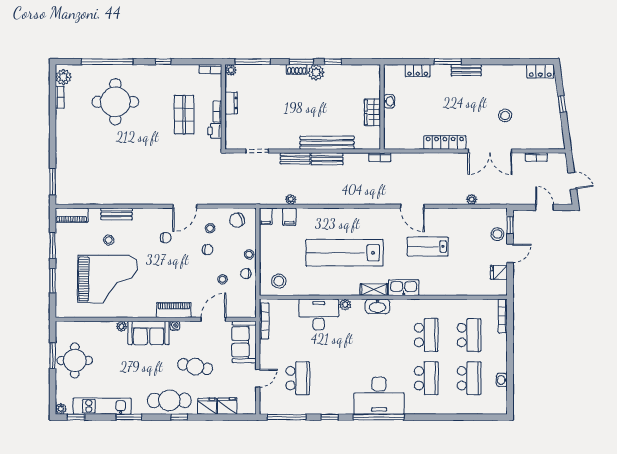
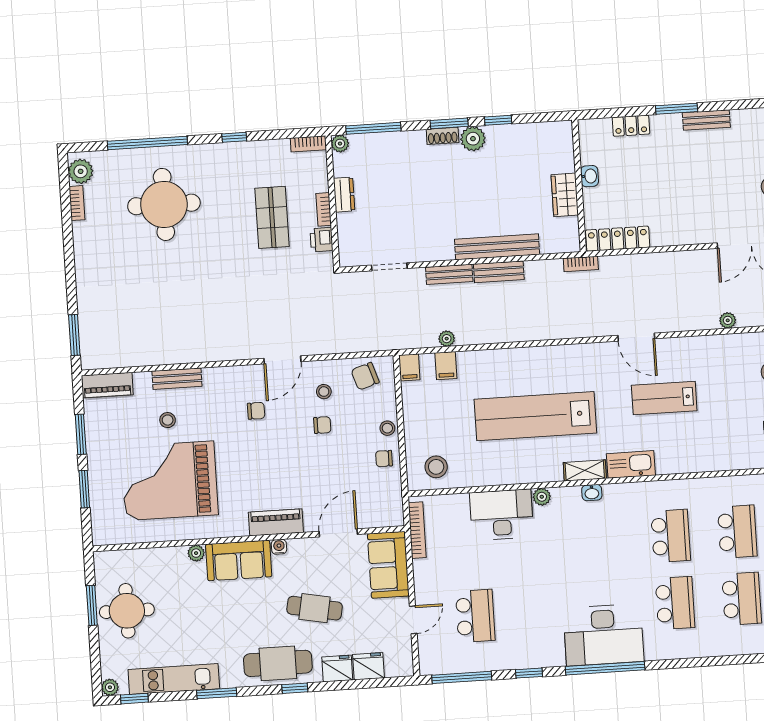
locker: (445, 142) -> (618, 239), moved
grand piano: (108, 279) -> (170, 481), turned 180
stool: (223, 279) -> (348, 470), removed
washbasin: (377, 306) -> (592, 493), width x0.52, depth x0.69

